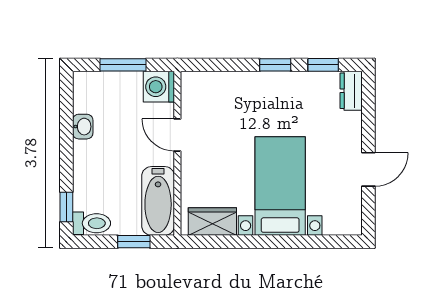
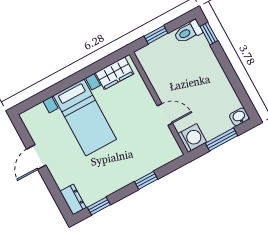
window: (275, 65) -> (146, 180), moved
washbasin: (83, 127) -> (239, 117), moved, turned 90
bathtub: (158, 201) -> (155, 68), removed

